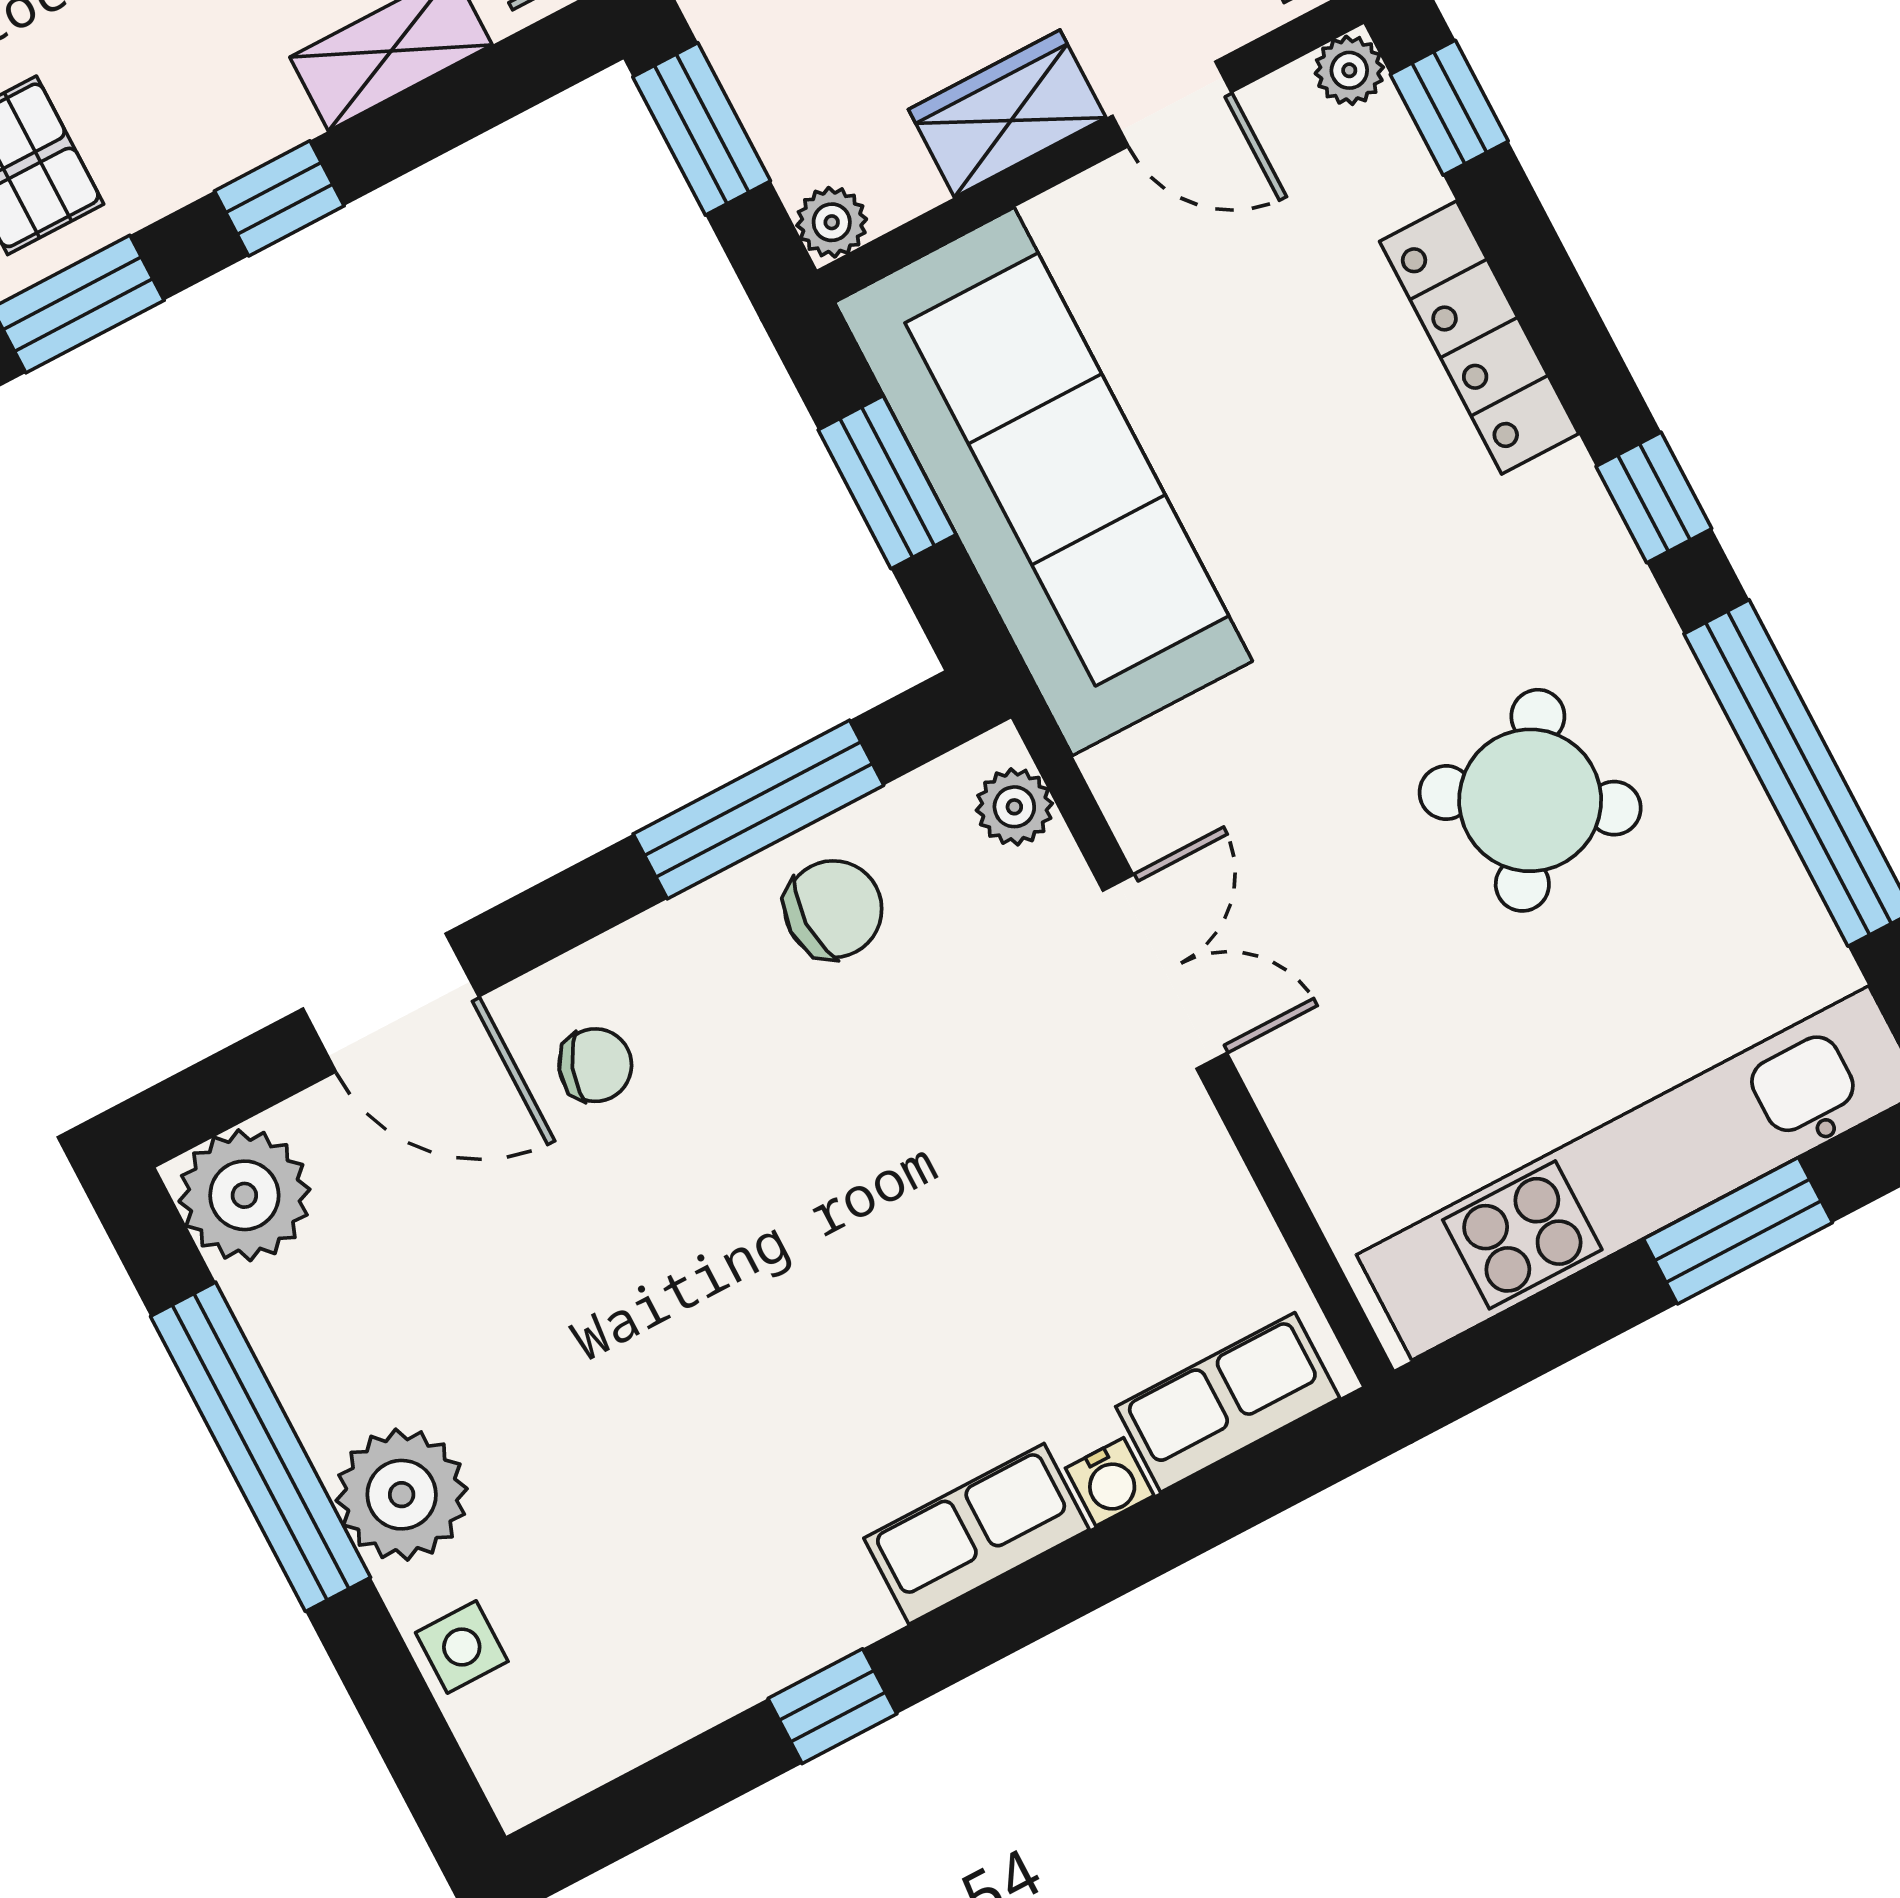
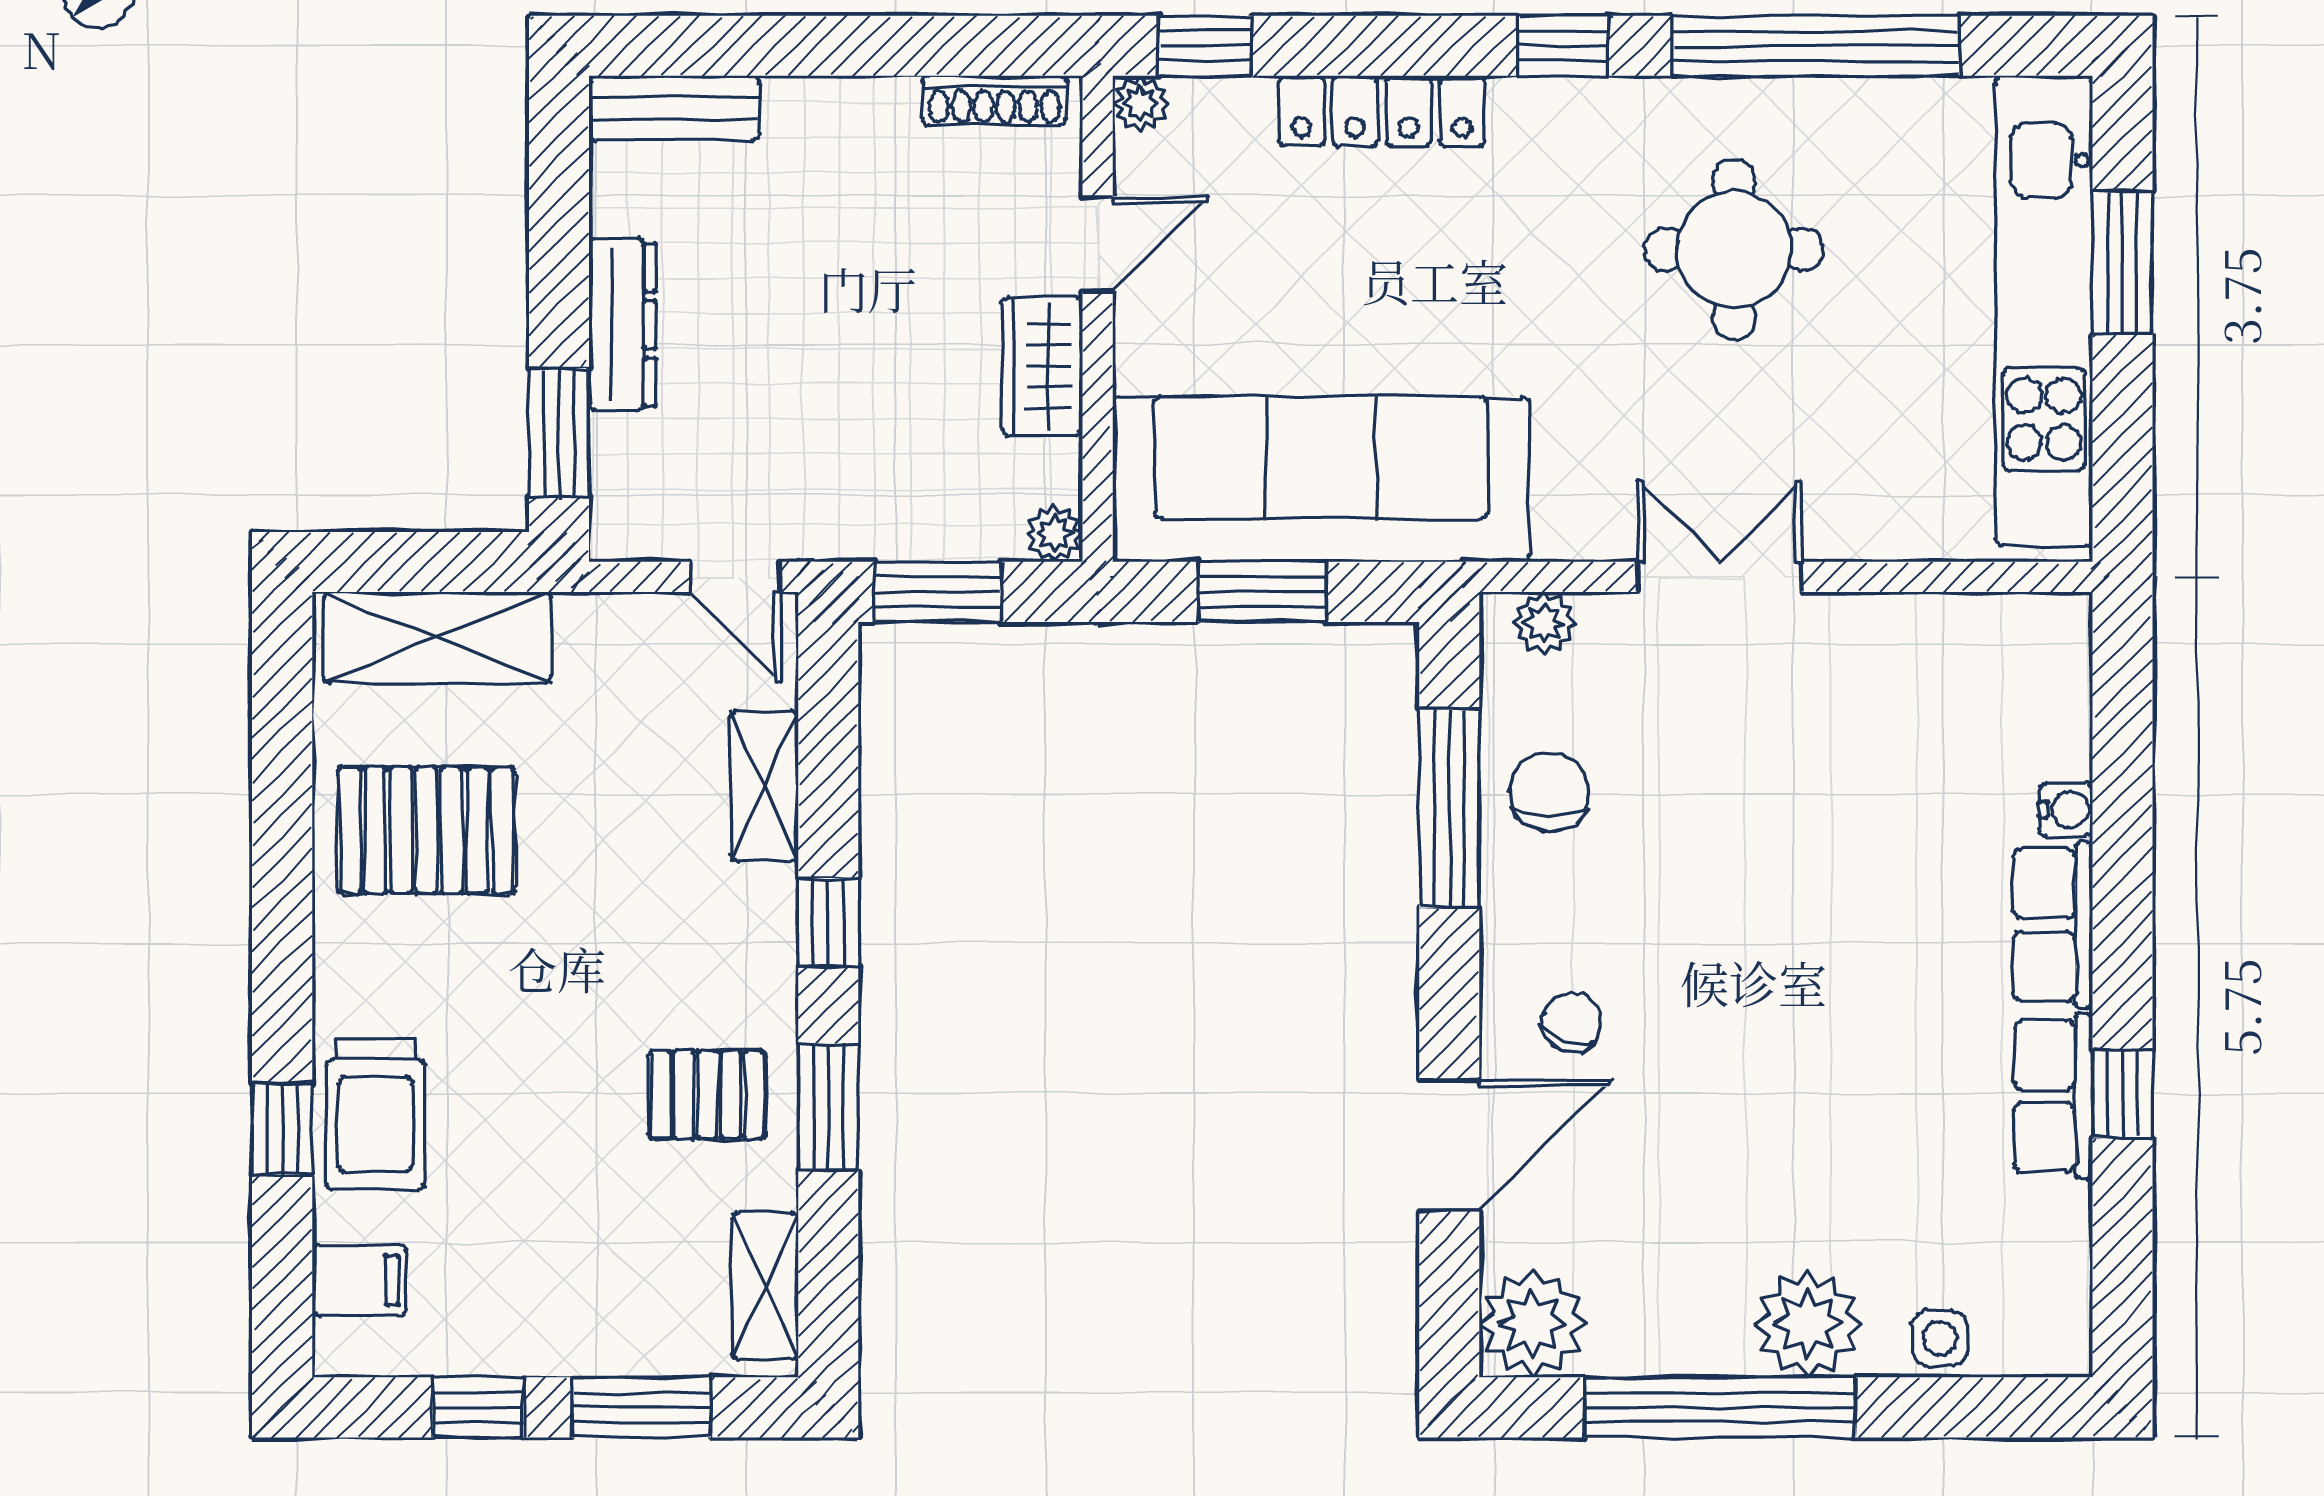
round table: (1530, 800) -> (1734, 249), turned -33
row of seats: (1228, 1402) -> (2053, 1096), moved

